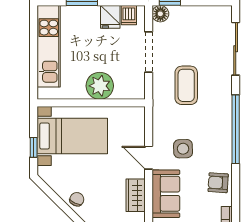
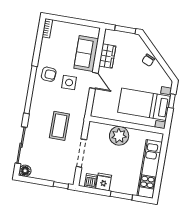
floor lamp: (160, 14) -> (25, 171), moved
armchair: (218, 183) -> (49, 74), moved

